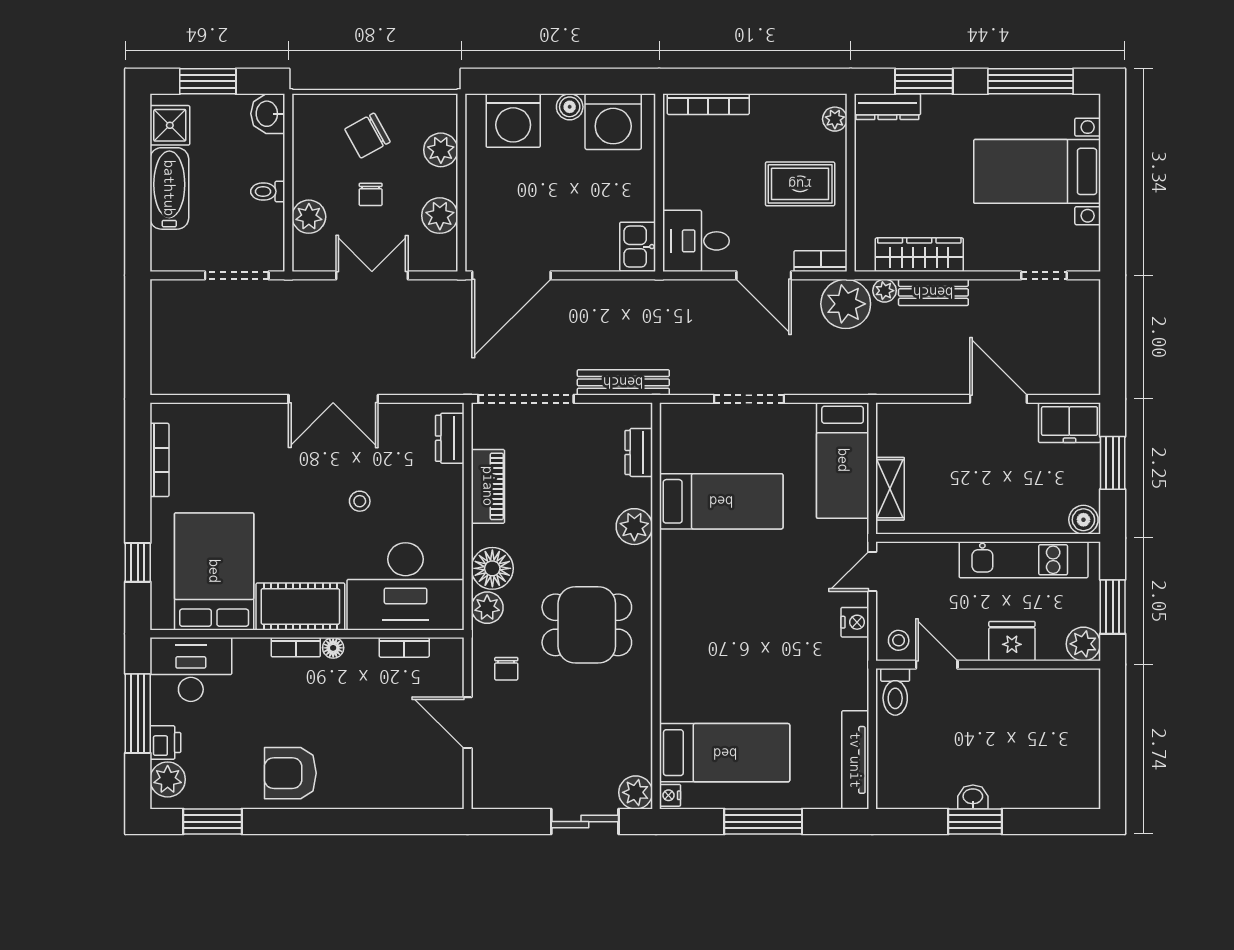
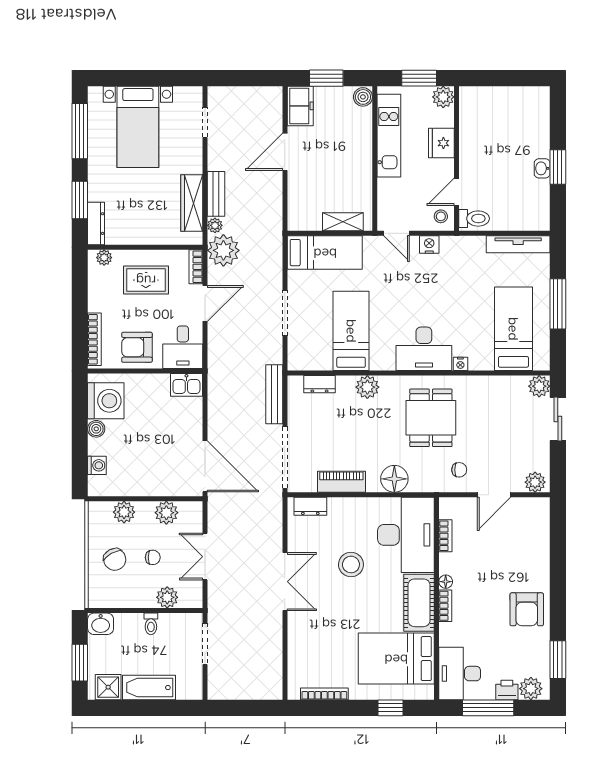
washing machine: (513, 121) -> (97, 465), width x0.53, depth x0.53
armchair: (696, 170) -> (137, 347), added
rug: (800, 184) -> (146, 280), turned 90
stool: (360, 501) -> (351, 564), width x1.89, depth x1.89
plant: (487, 608) -> (535, 482), moved
desk: (694, 614) -> (424, 349), added
nightstand: (670, 795) -> (460, 364), moved

